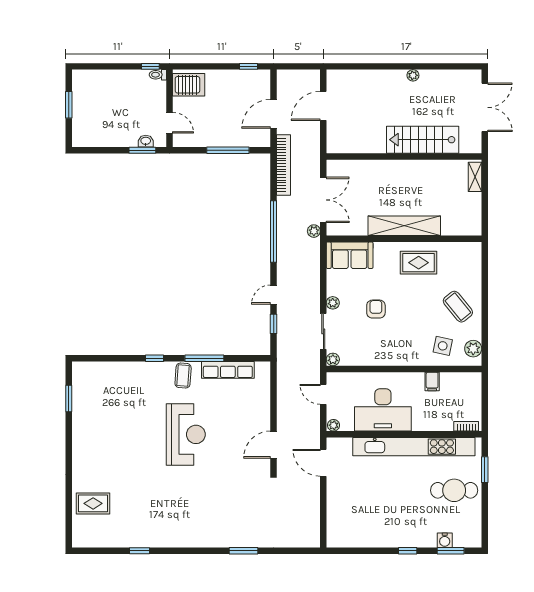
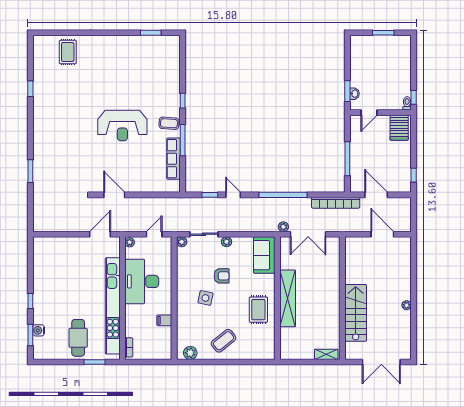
side table: (443, 346) -> (205, 298), moved

